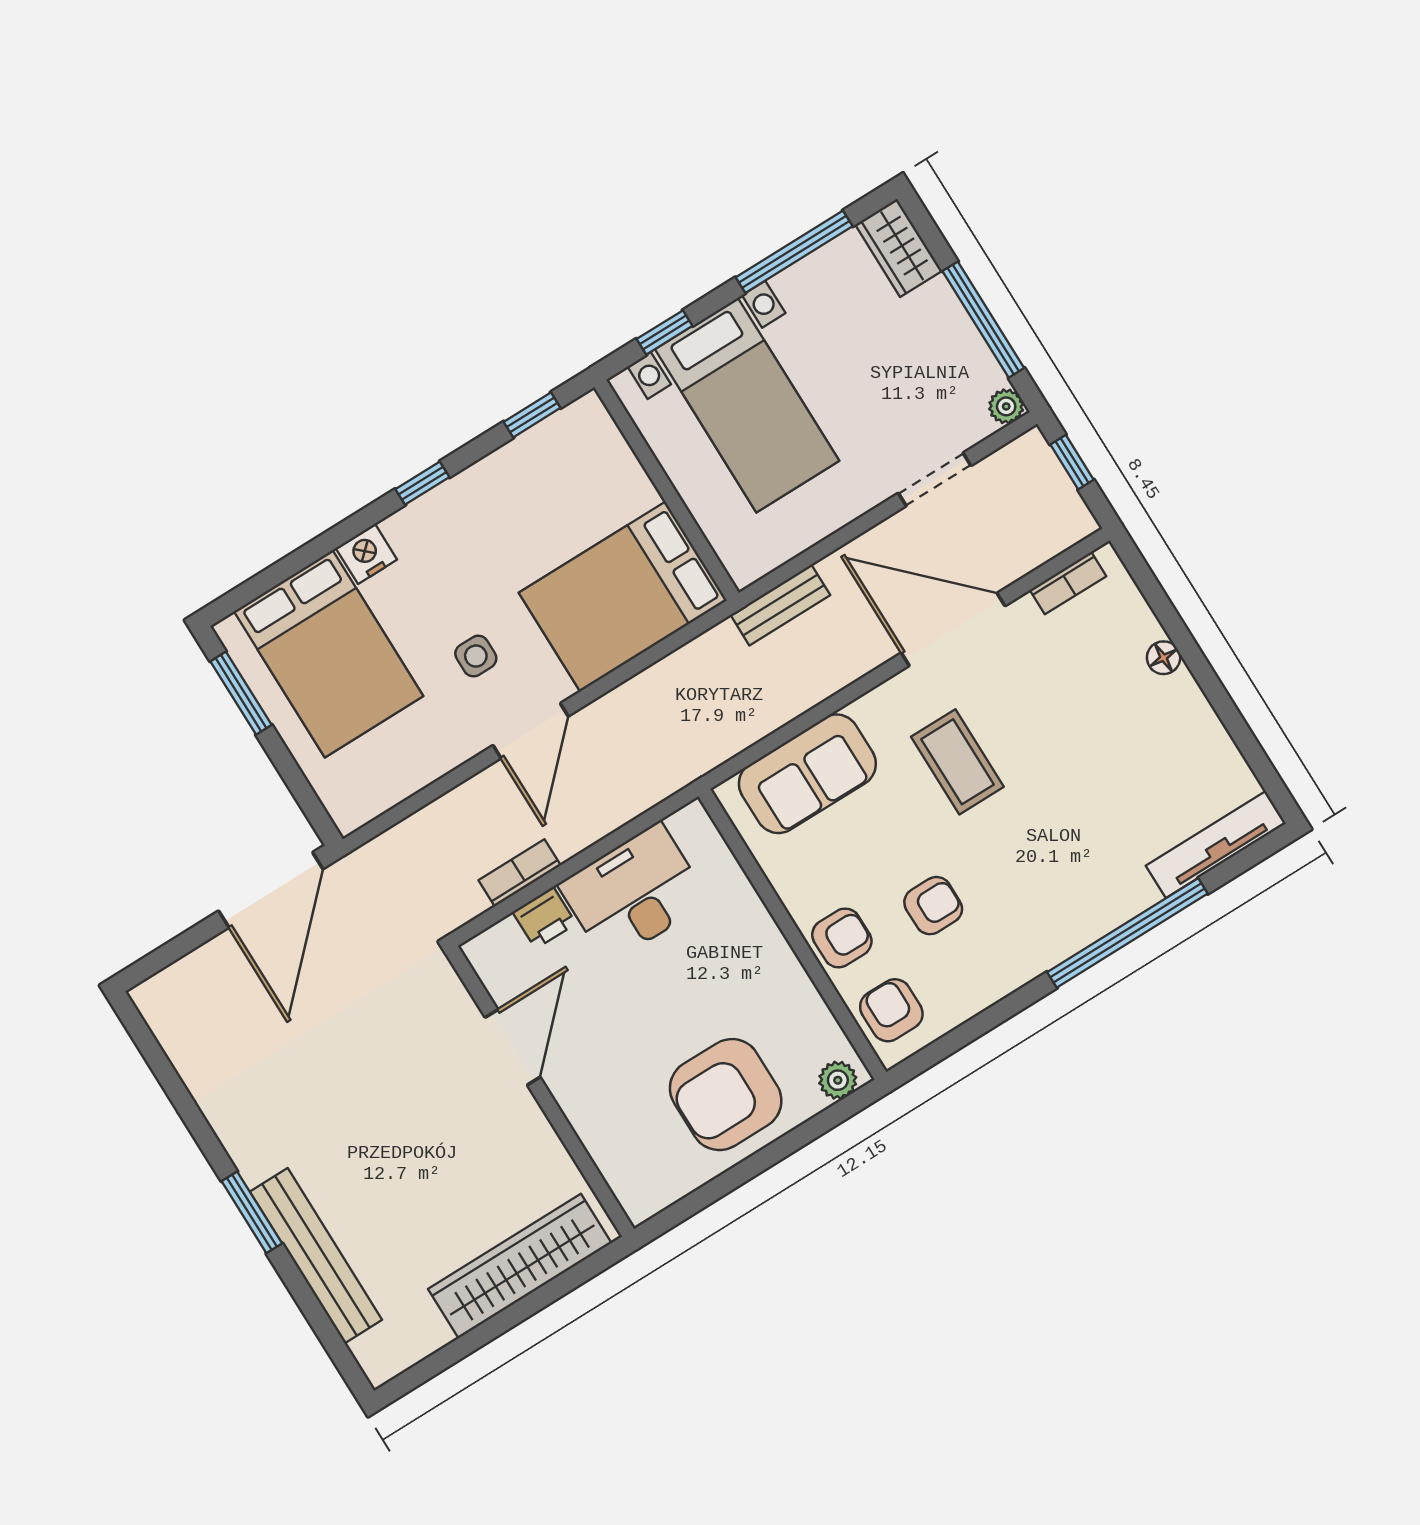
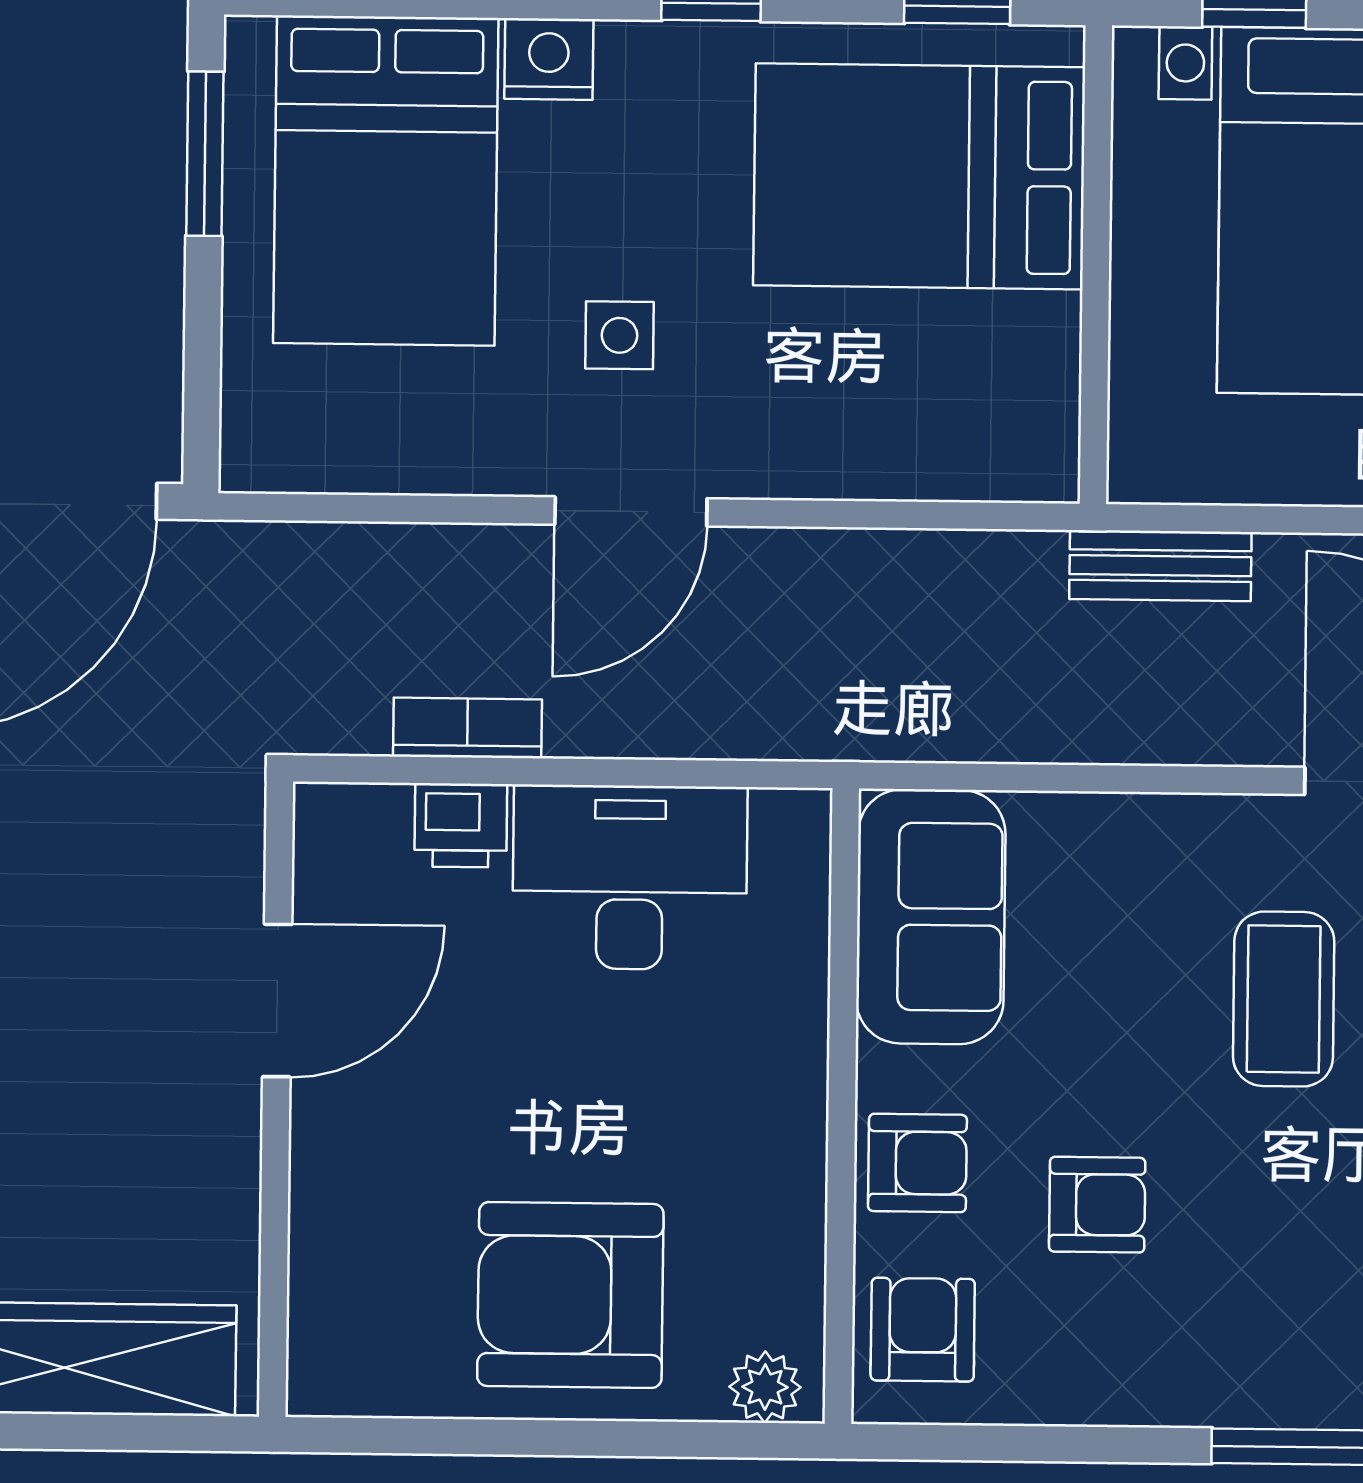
bed: (623, 597) -> (919, 176), moved
sofa: (807, 774) -> (931, 917), moved, turned -90

